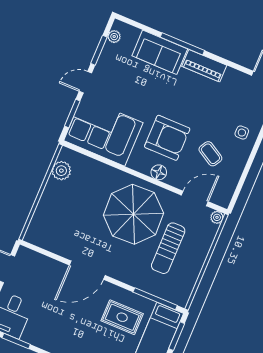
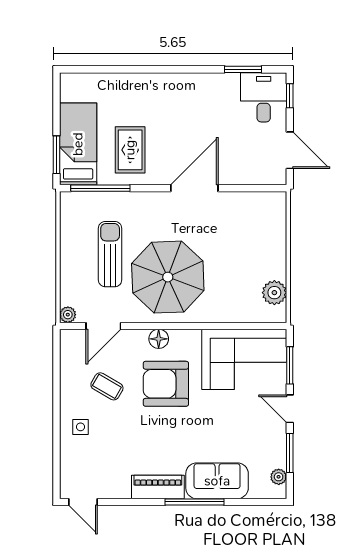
door: (85, 82) -> (290, 409), swing flipped
rug: (122, 317) -> (130, 150), turned 90

